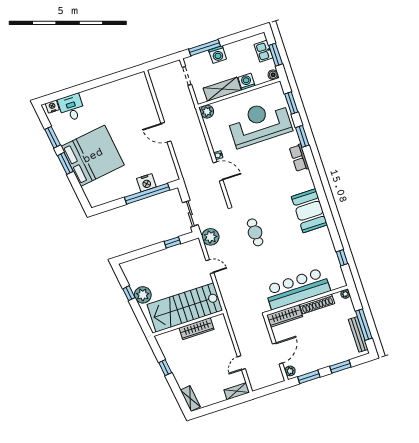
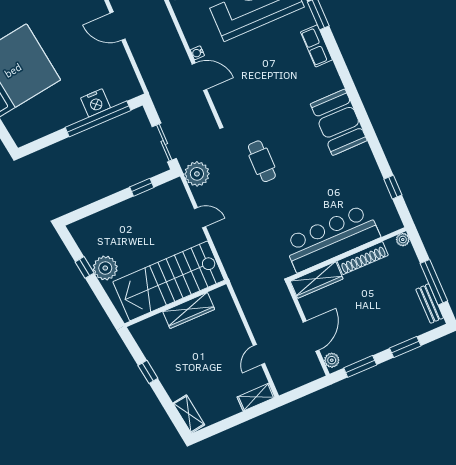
bench: (358, 334) -> (430, 304), width x0.73

